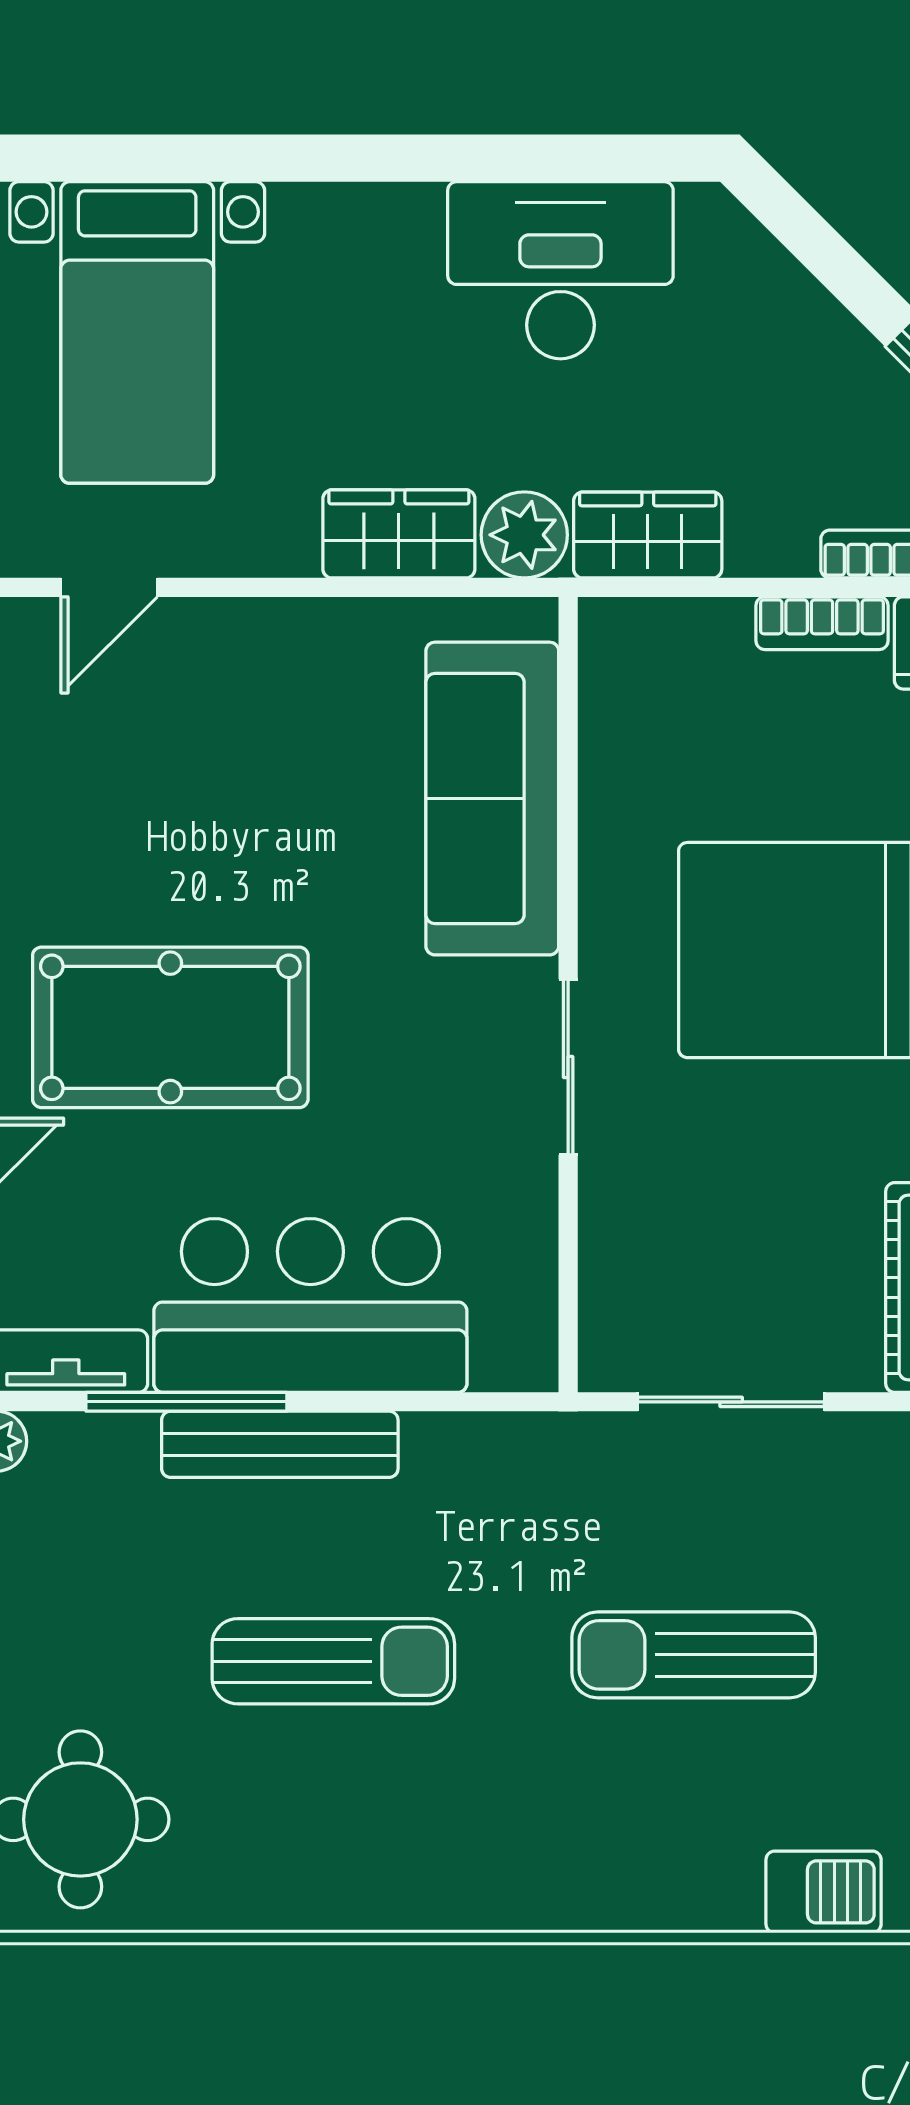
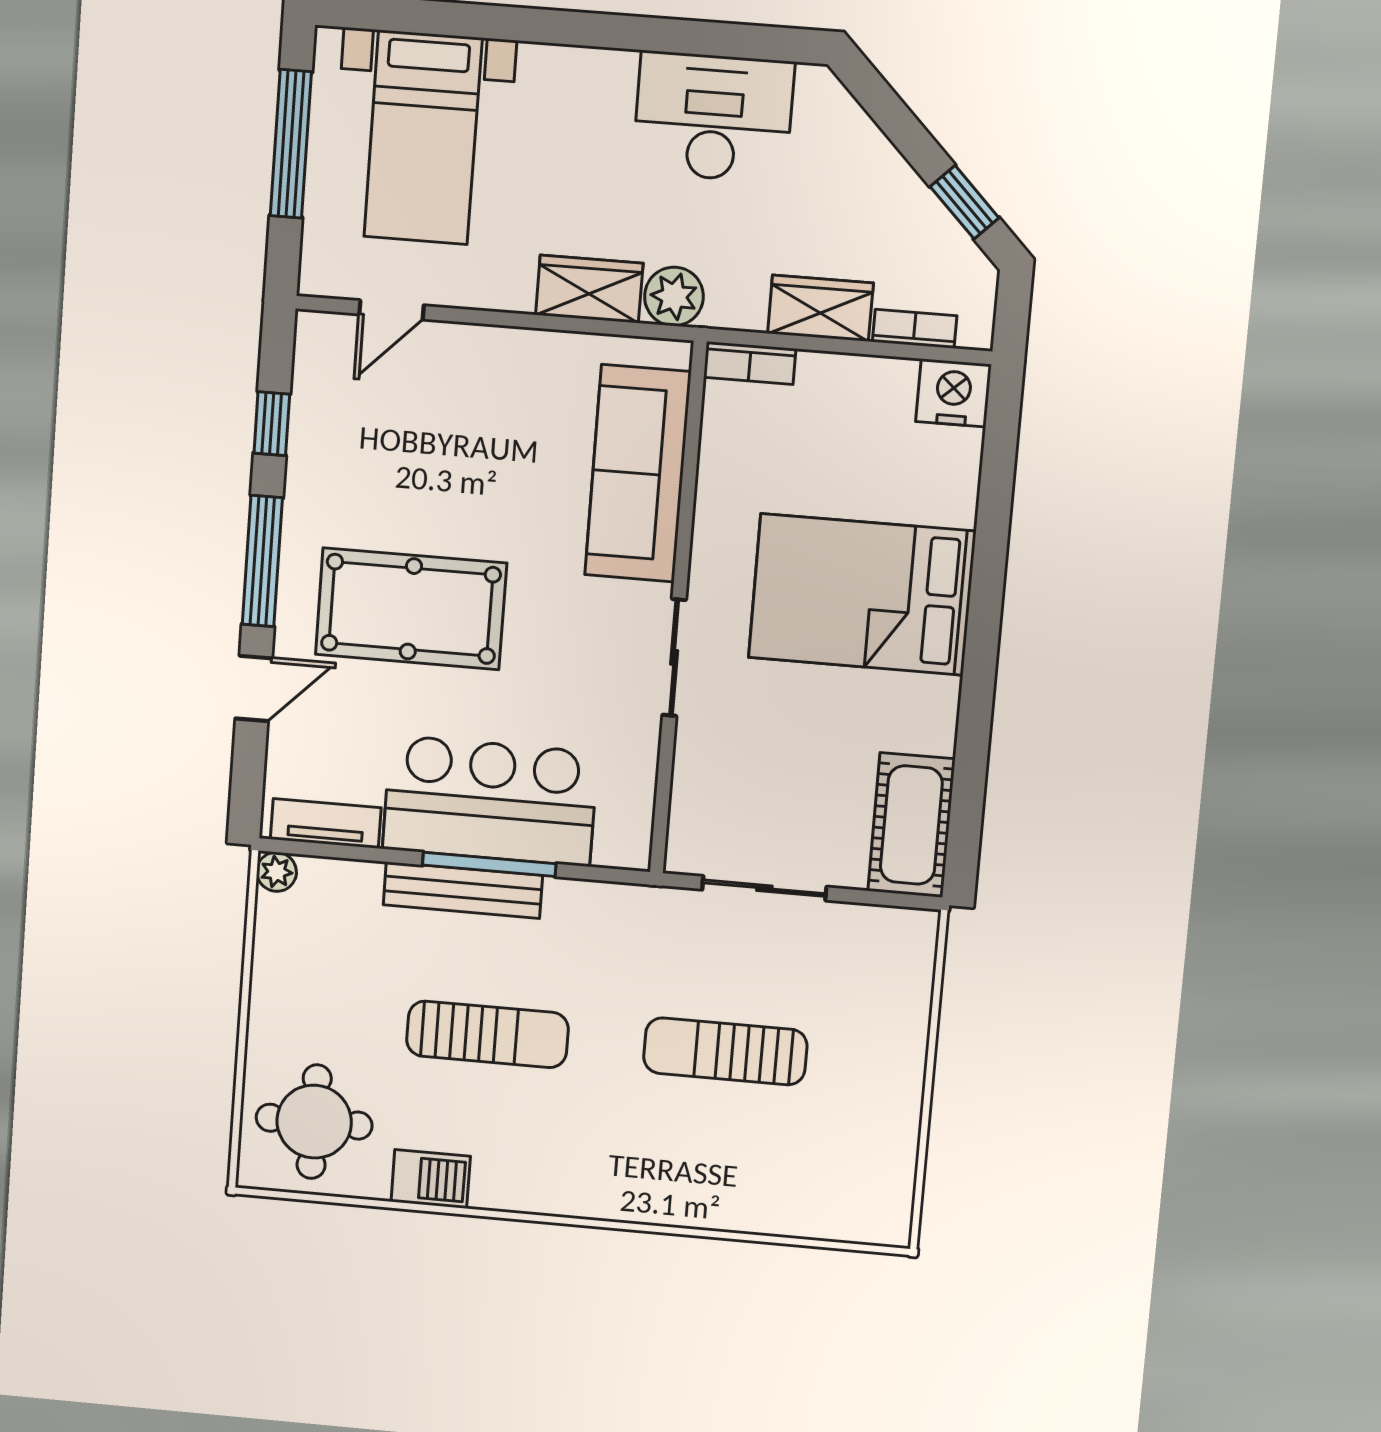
wardrobe: (648, 535) -> (820, 308), moved
bookcase: (822, 623) -> (750, 363), moved
window: (186, 1402) -> (489, 864), moved
barbecue: (824, 1892) -> (431, 1179), moved

